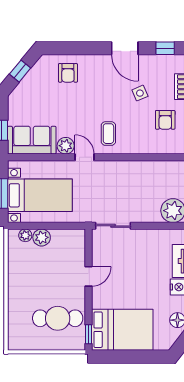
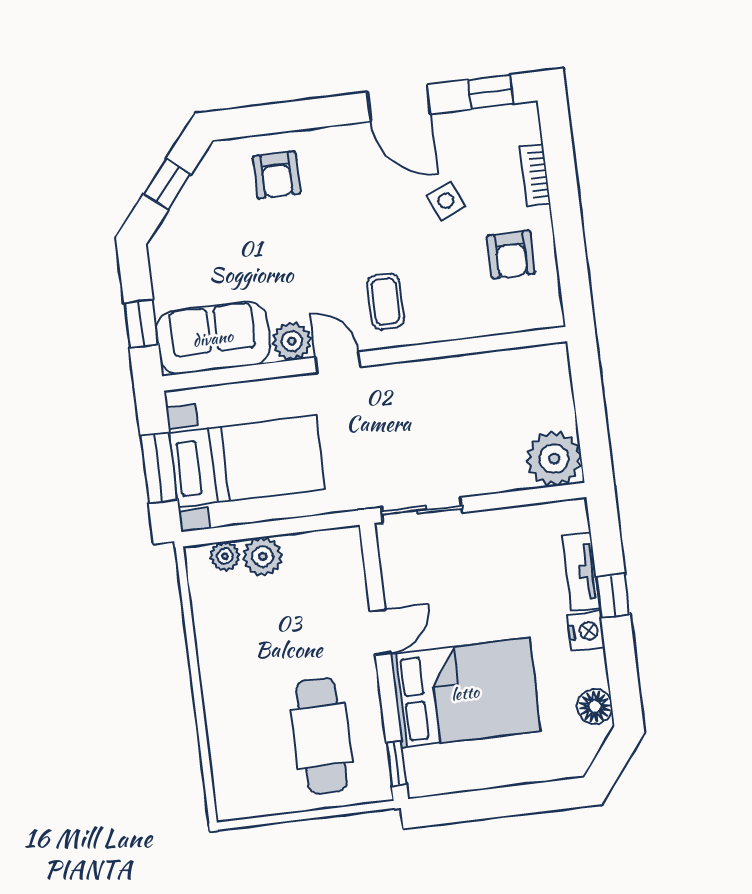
cafe table: (58, 318) -> (322, 736), turned 90
bed: (122, 330) -> (465, 693), moved

